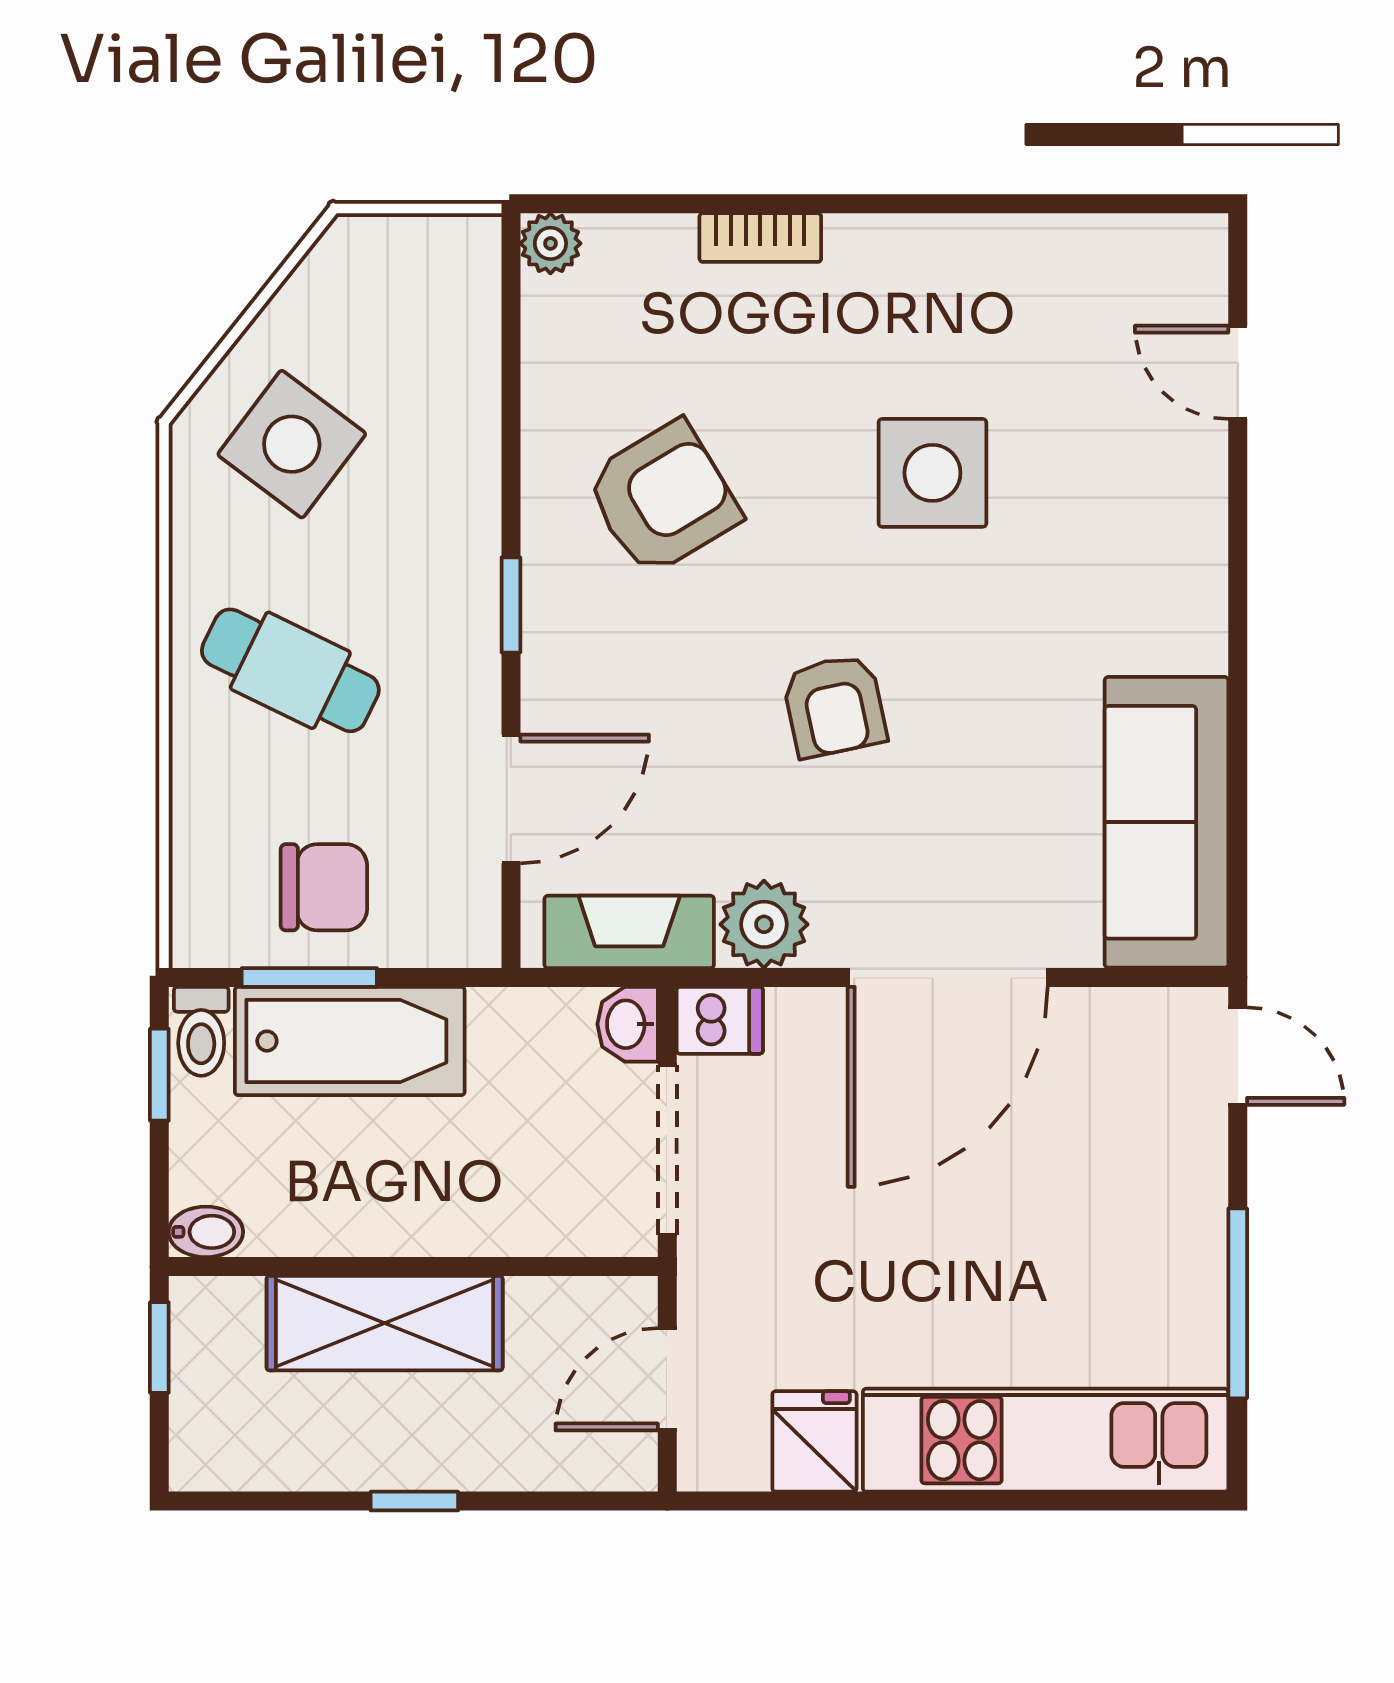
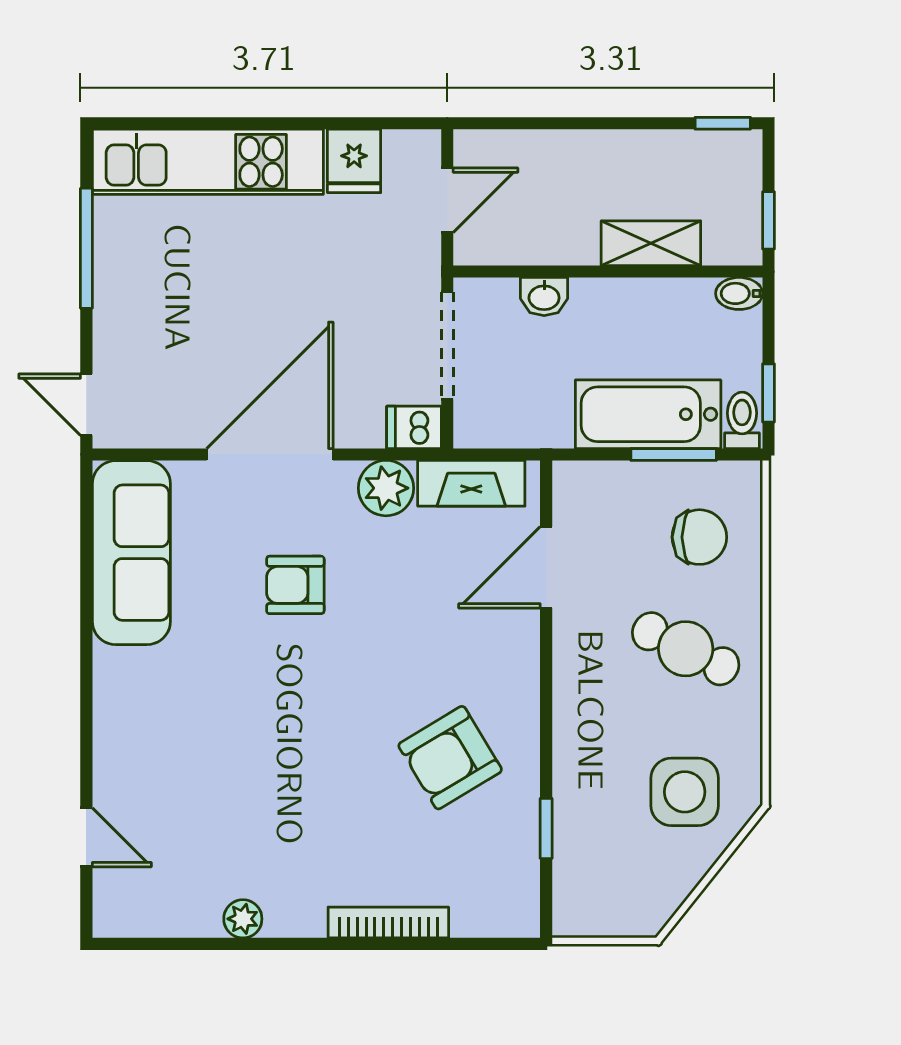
bookcase: (760, 238) -> (388, 923), width x1.56
plant: (550, 243) -> (243, 919), moved
side table: (292, 444) -> (685, 792), turned -37
side table: (932, 473) -> (279, 774), removed
window: (511, 605) -> (546, 828), moved
armchair: (834, 706) -> (295, 585), moved, turned -78
chair: (324, 887) -> (699, 537), moved, turned 180
washbasin: (628, 1024) -> (544, 297), moved, turned 90
shelving: (385, 1323) -> (651, 243), width x0.67, depth x0.75
window: (414, 1501) -> (723, 123), moved

